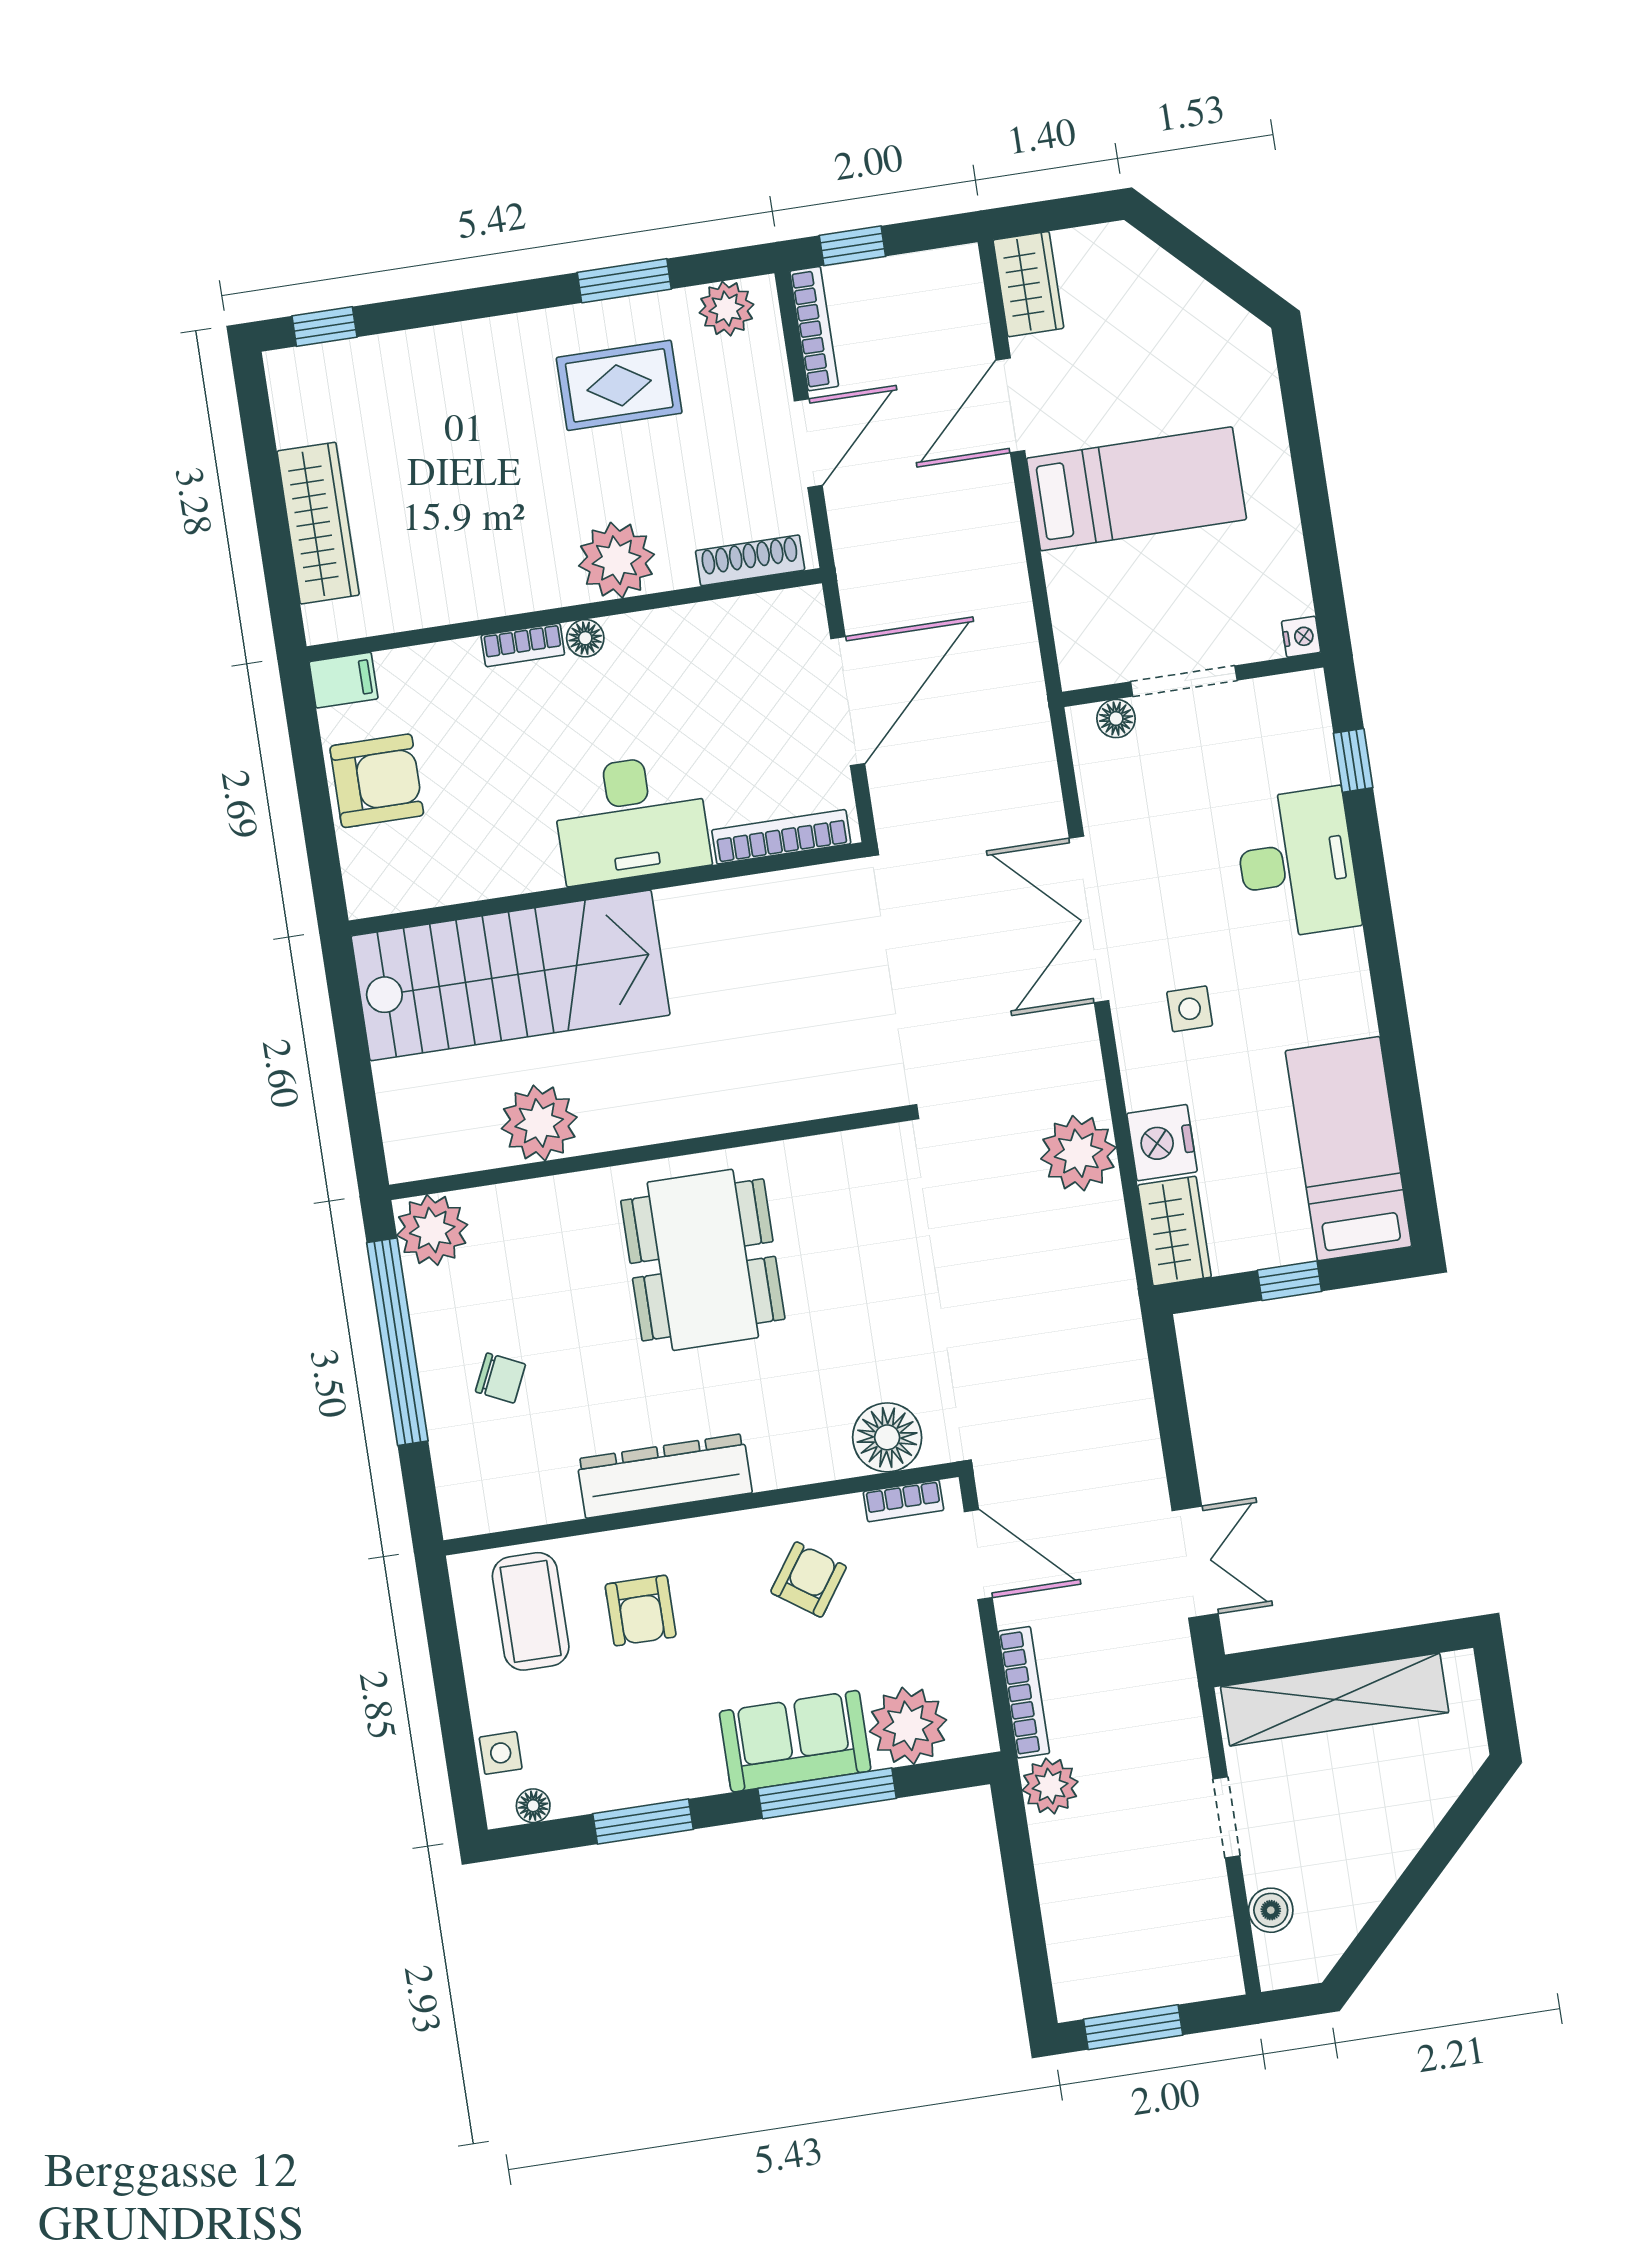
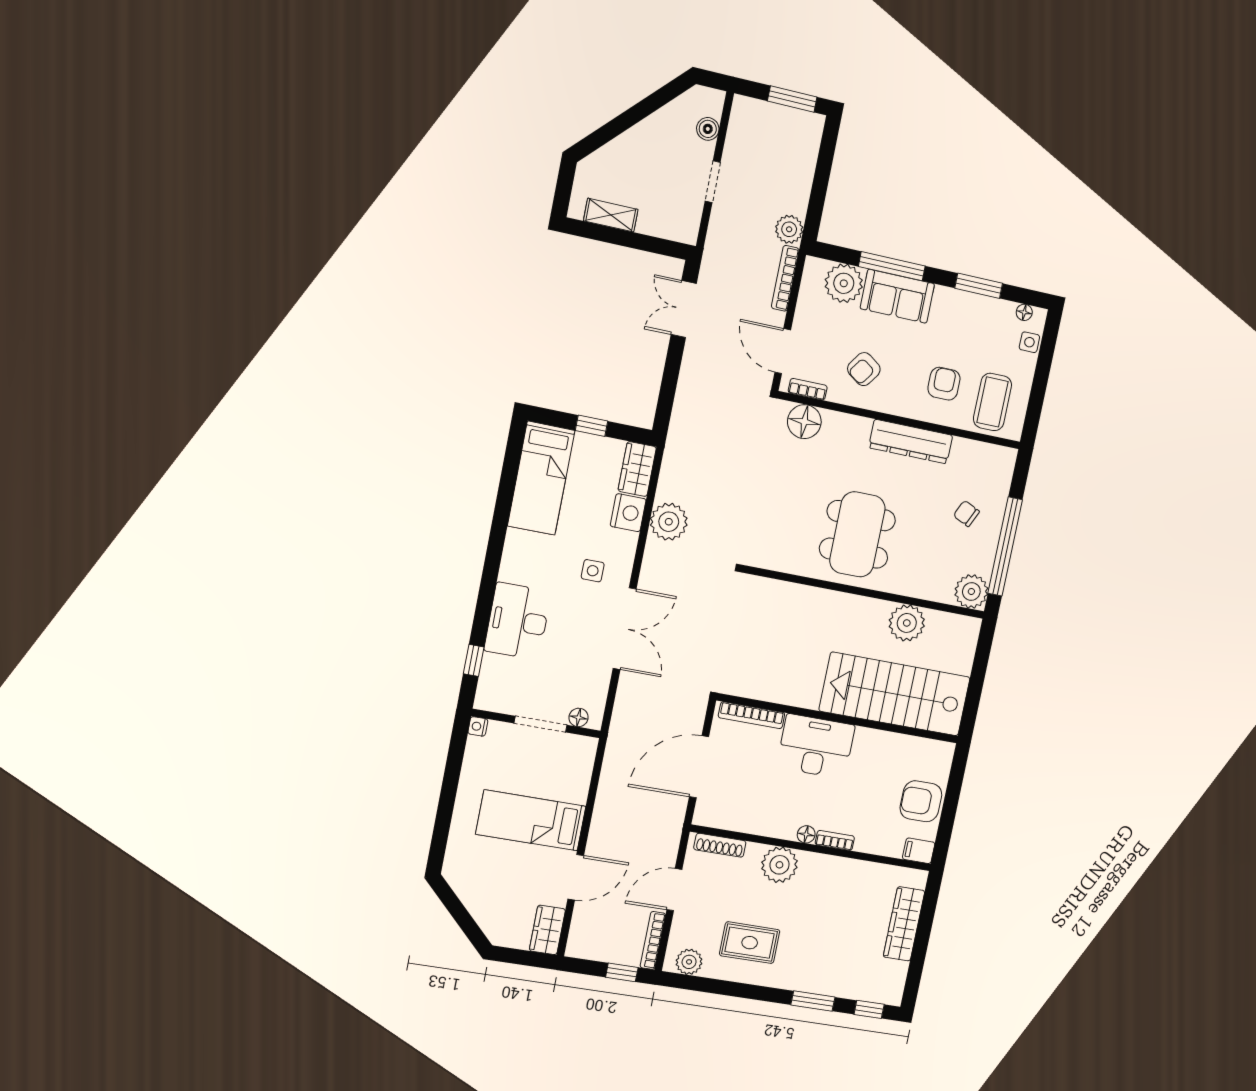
window: (624, 281) -> (813, 1001), moved
shelving: (1335, 1700) -> (611, 215), width x0.45, depth x0.75

